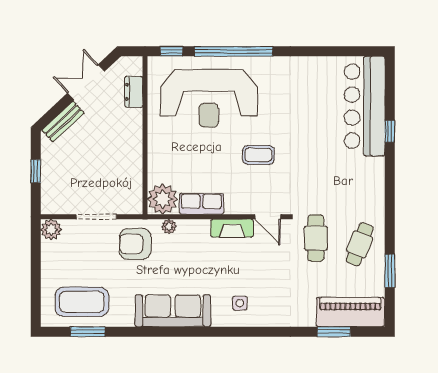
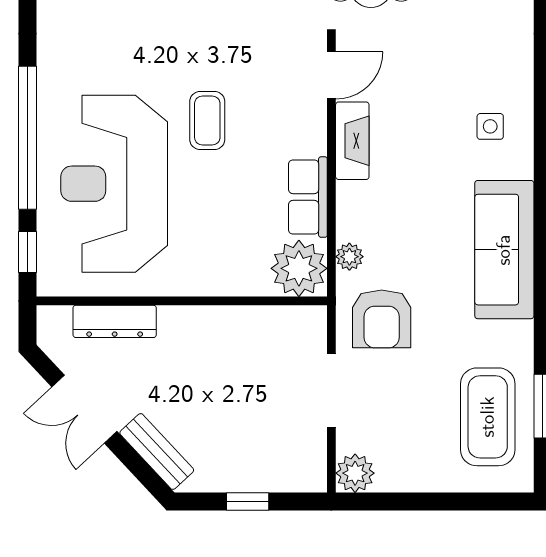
dresser: (134, 92) -> (115, 321), width x1.44
reception desk: (209, 98) -> (114, 184), turned 180
coffee table: (258, 155) -> (207, 120), moved

